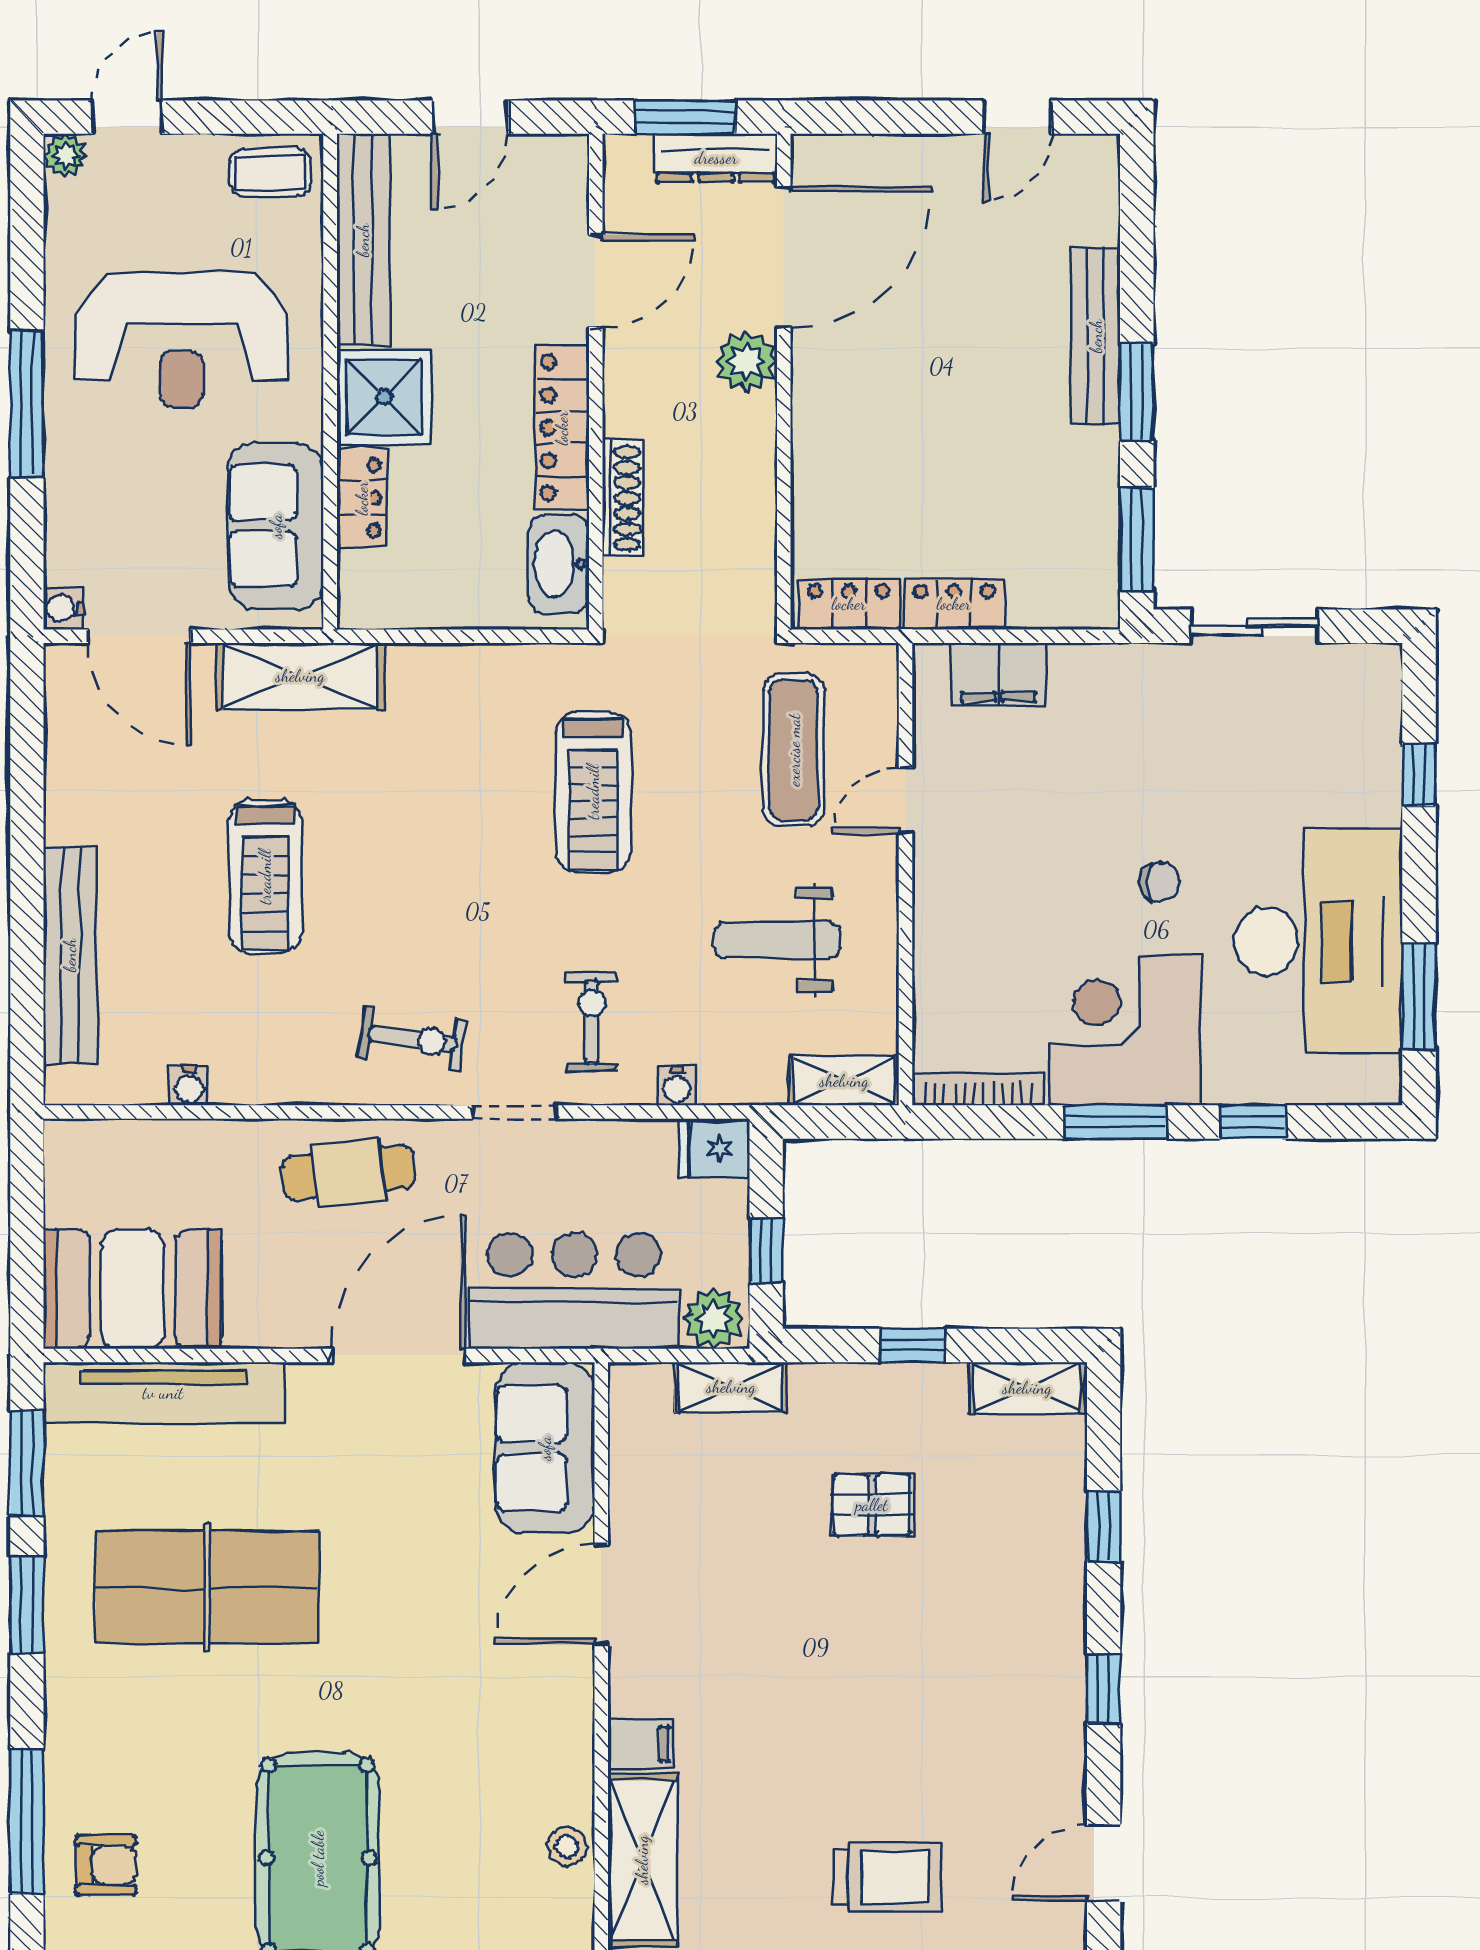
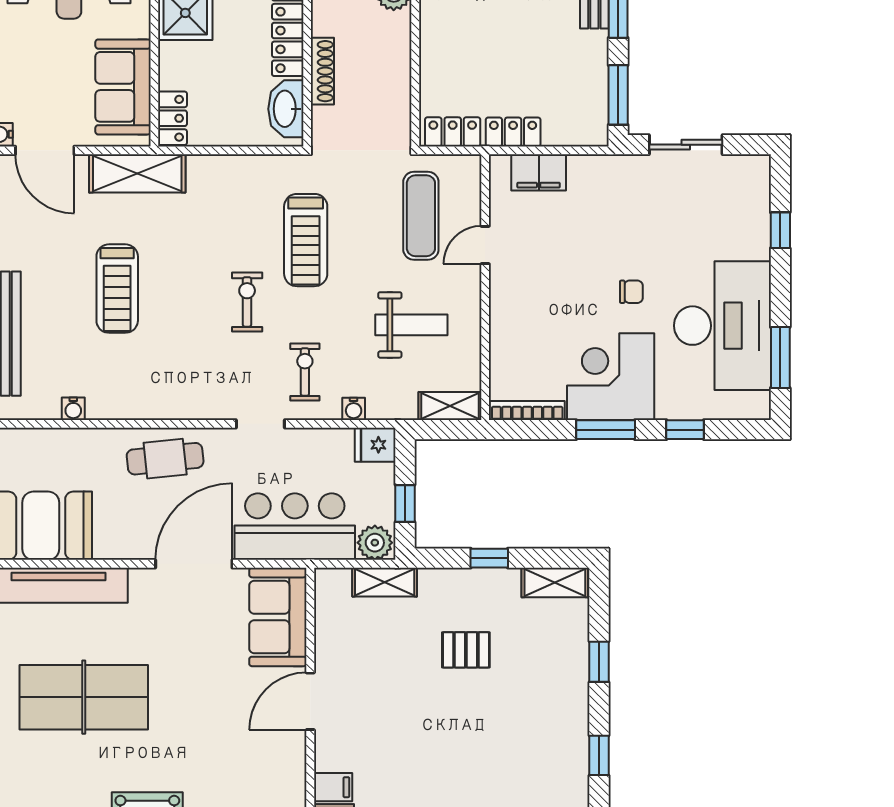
locker: (362, 498) -> (173, 118), moved
weight bench: (777, 940) -> (411, 325), turned 180
exercise bike: (412, 1039) -> (247, 302), moved, turned -98

